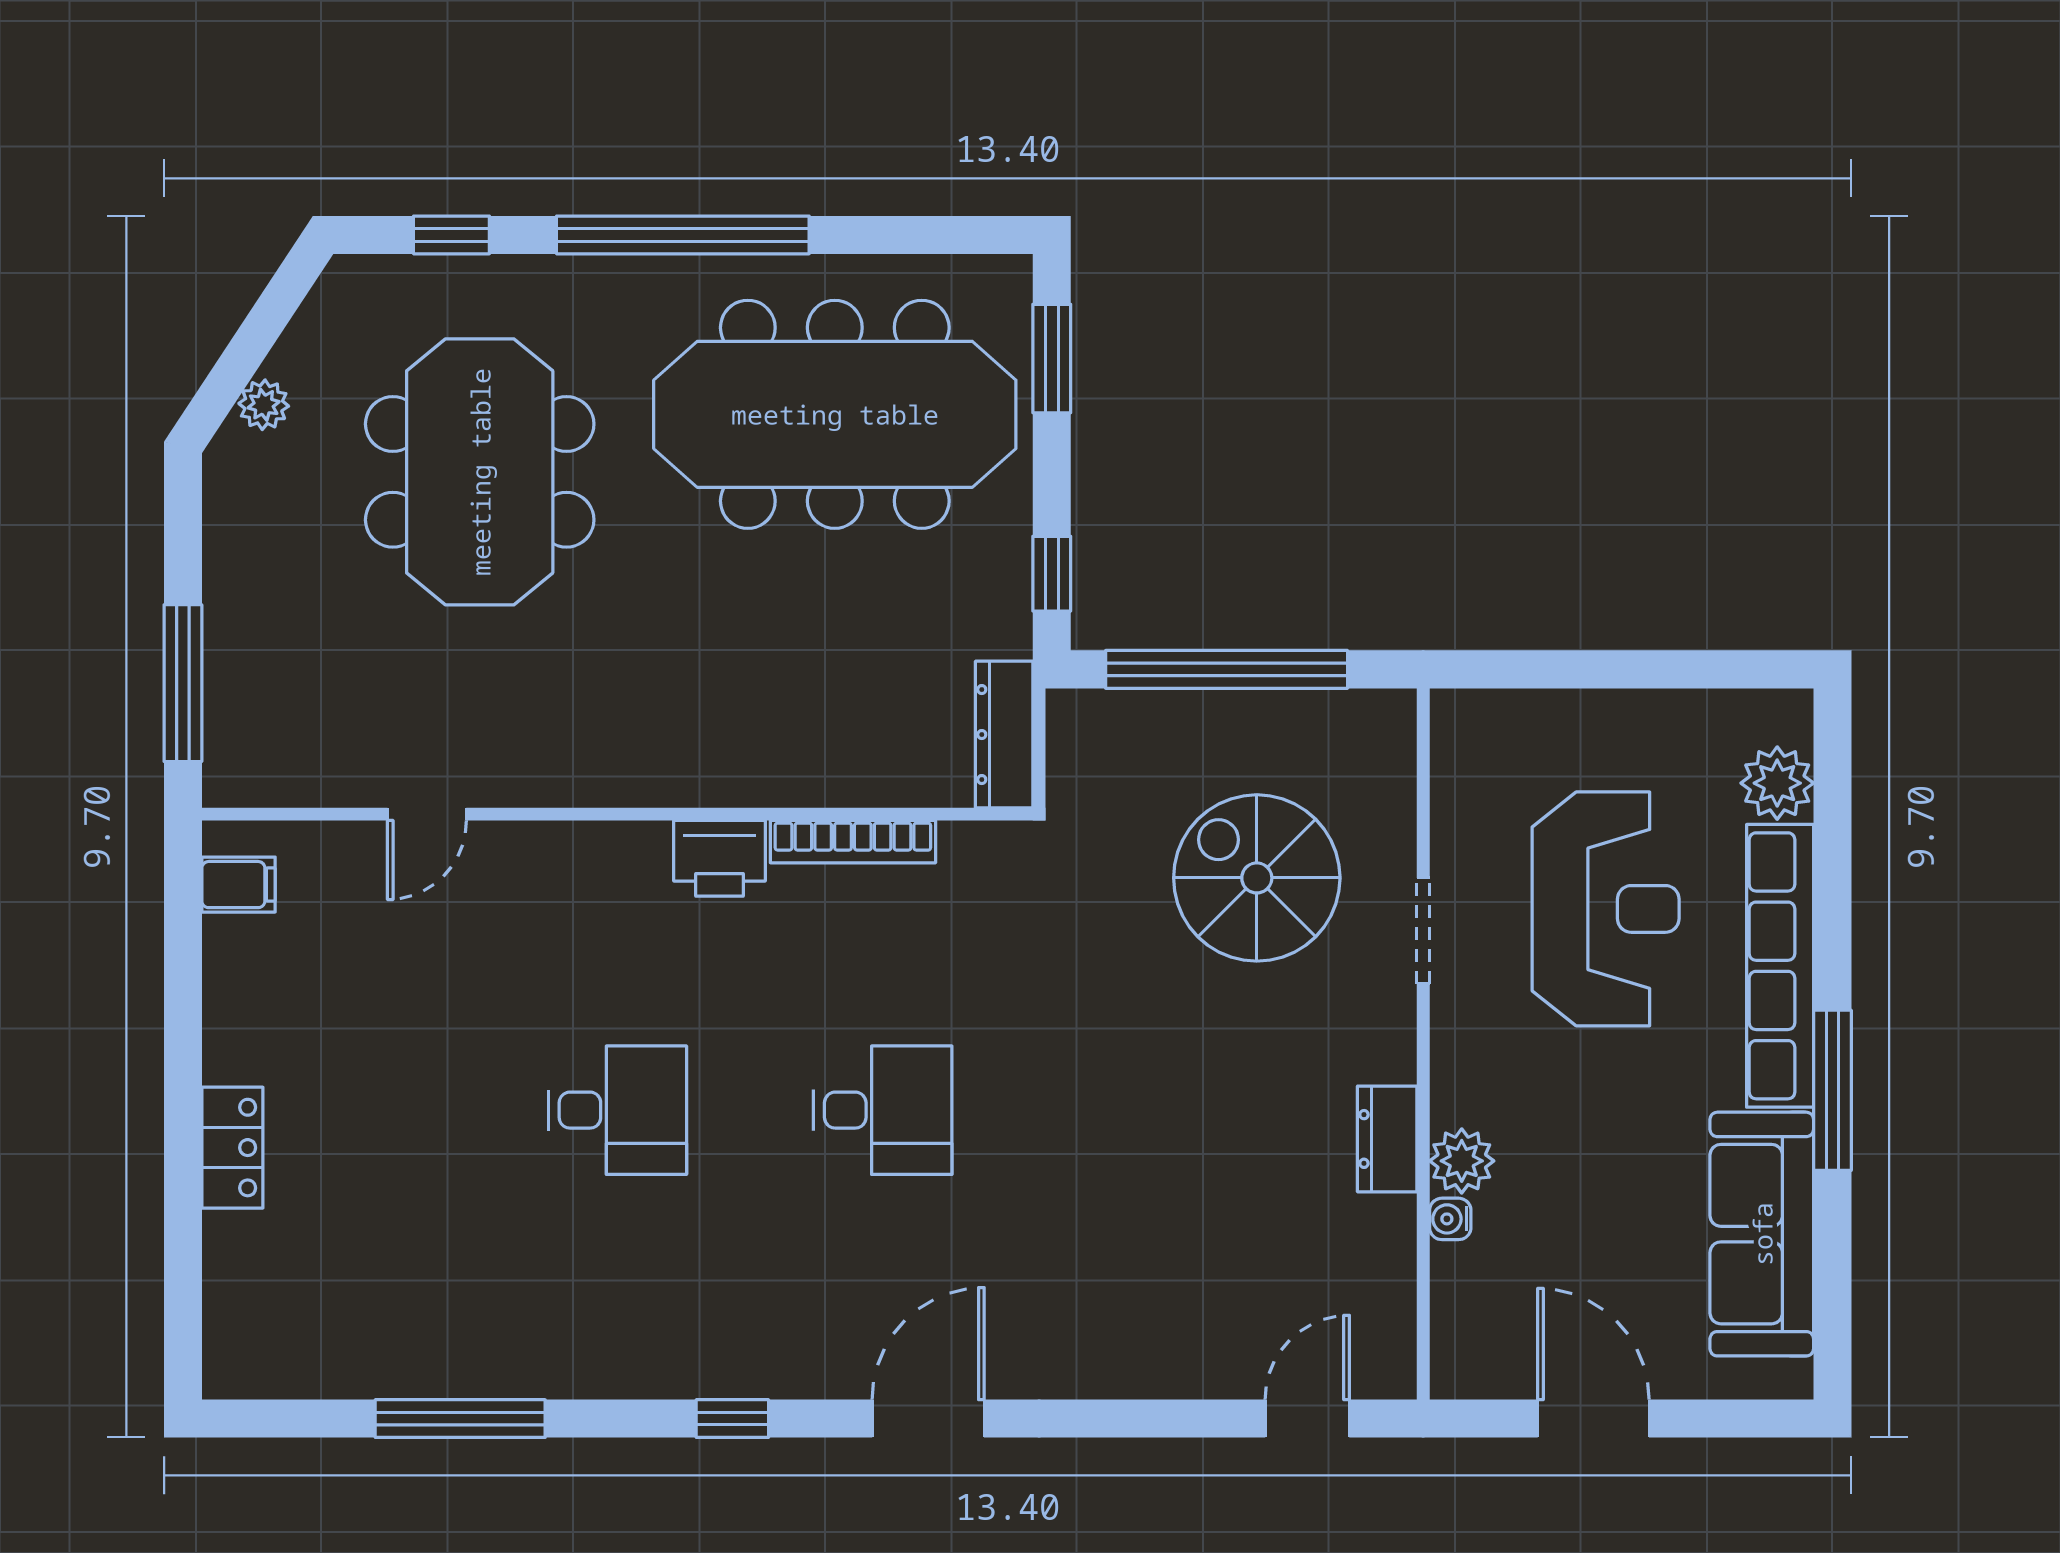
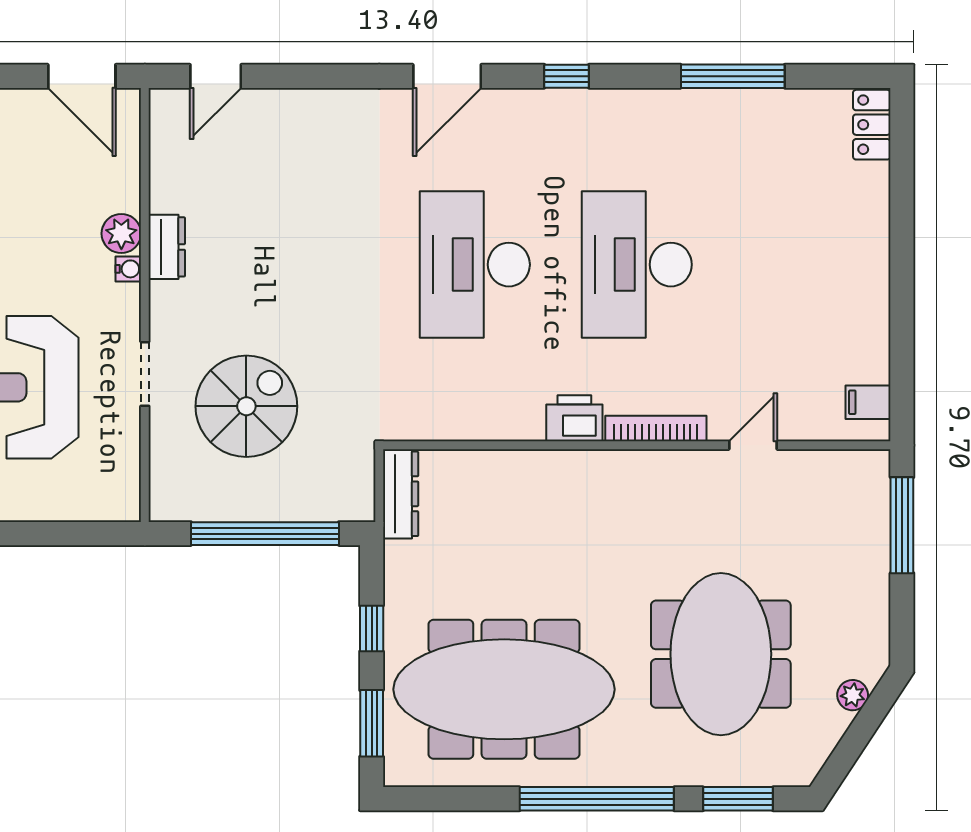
window: (451, 235) -> (738, 799), width x1.50
window: (1052, 574) -> (372, 629), moved
bookcase: (853, 842) -> (656, 428), moved
spiral stairs: (1257, 878) -> (246, 406), turned -90
desk: (617, 1110) -> (637, 265), width x1.87, depth x1.30
desk: (883, 1110) -> (475, 265), width x1.87, depth x1.30
locker: (232, 1148) -> (872, 125), moved
water cooler: (1450, 1219) -> (128, 269), moved
door: (1593, 1419) -> (82, 76), moved

